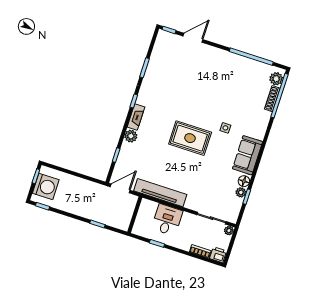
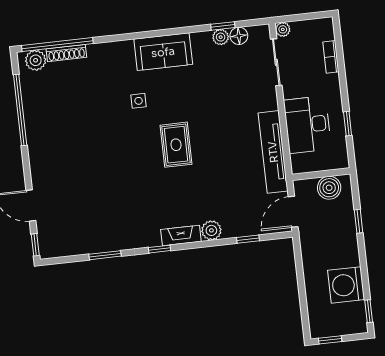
rug: (190, 138) -> (176, 145), width x0.73, depth x0.70
floor lamp: (244, 181) -> (239, 36), moved
washing machine: (46, 187) -> (346, 285), moved, turned -90
door: (120, 188) -> (293, 212), hinge flipped
boiler: (125, 216) -> (329, 188), added
desk: (167, 220) -> (307, 125), width x1.37
printer: (218, 255) -> (324, 29), removed

